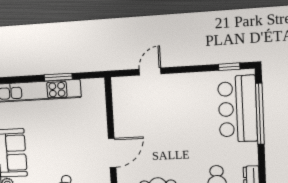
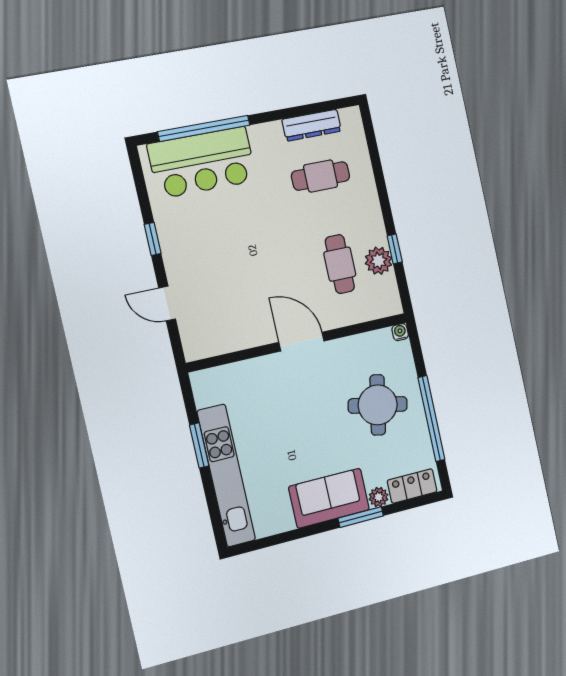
window: (229, 67) -> (153, 239), moved

